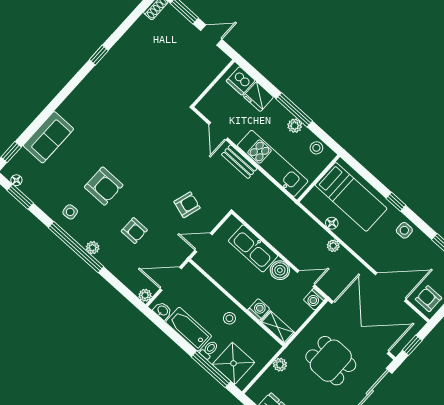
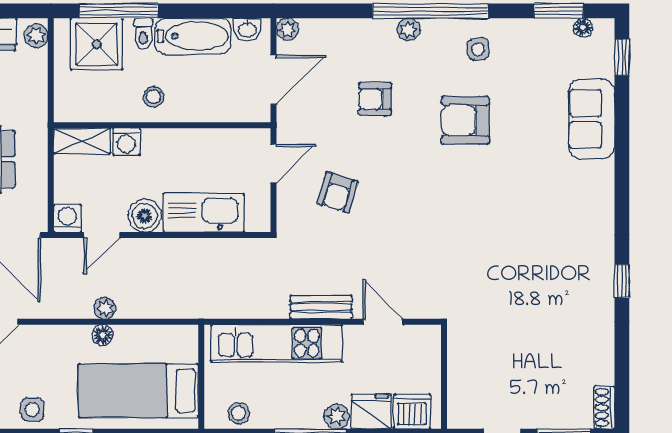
plant: (295, 126) -> (336, 416), moved
floor lamp: (332, 223) -> (102, 335), moved
plant: (280, 365) -> (36, 36), moved

